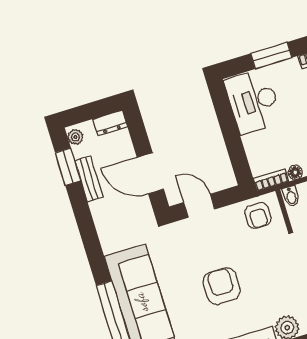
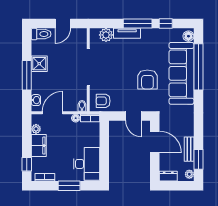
armchair: (258, 215) -> (103, 101), turned -90
armchair: (222, 286) -> (147, 79), moved

